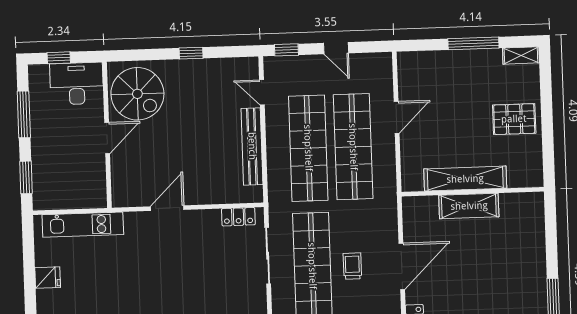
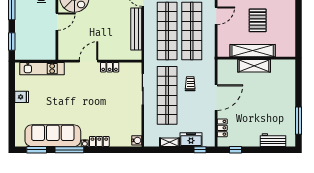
pallet: (514, 119) -> (258, 20), moved, turned 90
locker: (238, 217) -> (110, 67), moved
trolley: (352, 266) -> (190, 84), moved

